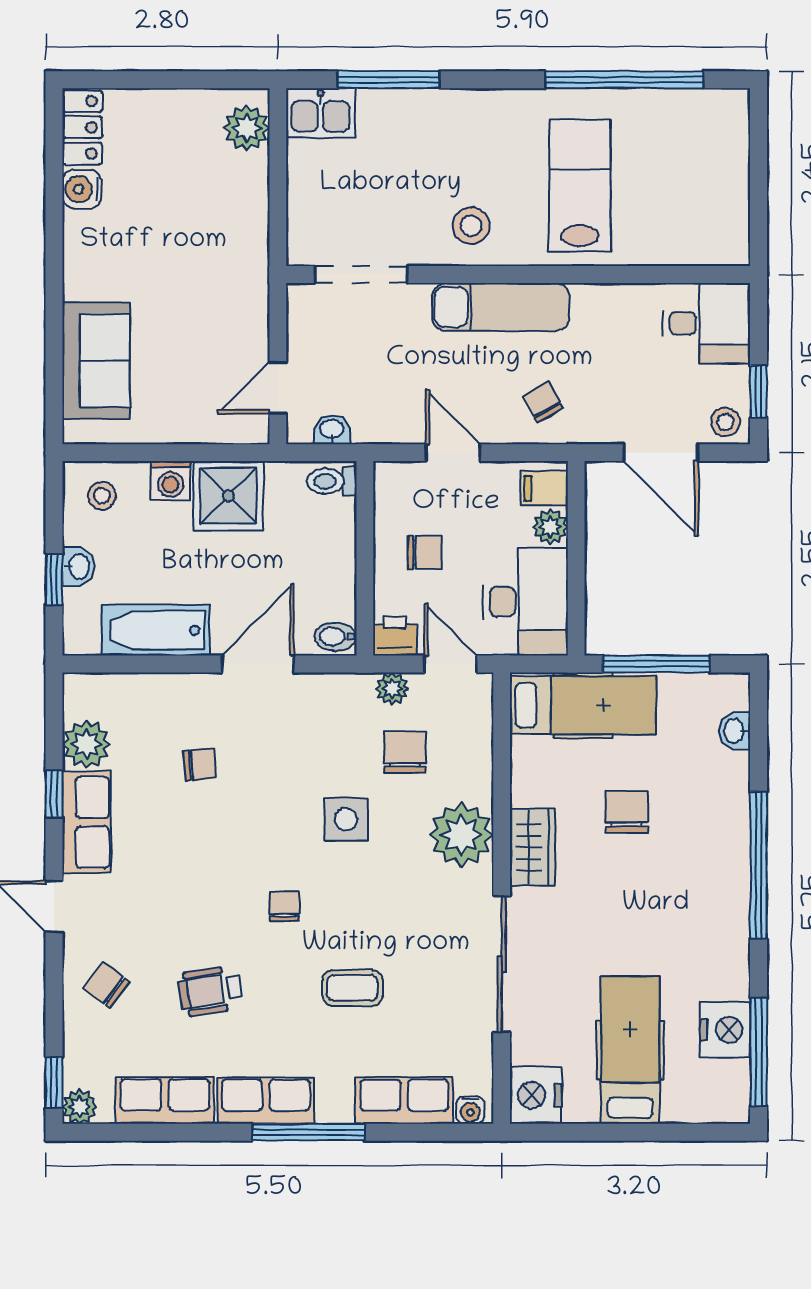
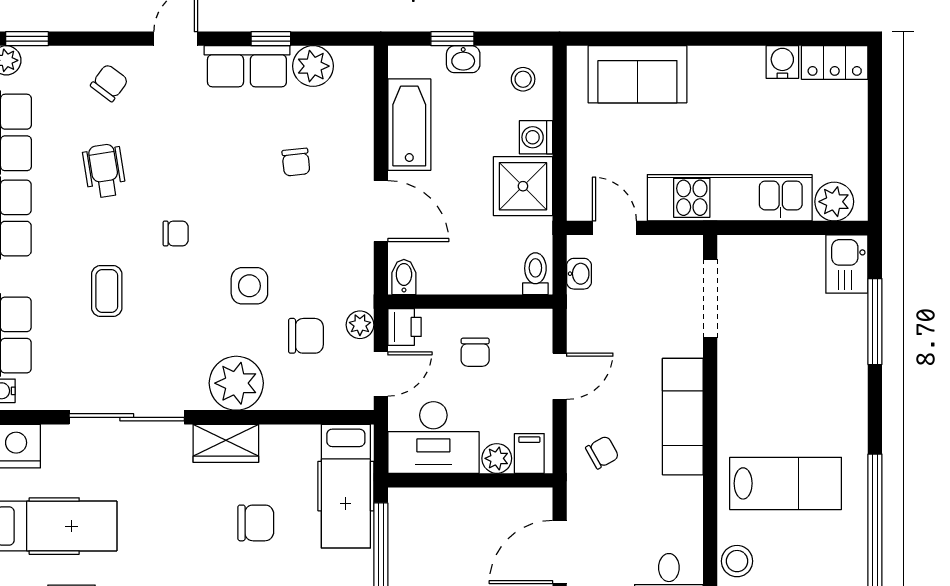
stool: (471, 226) -> (737, 561), moved
kitchen unit: (242, 251) -> (730, 198), added

